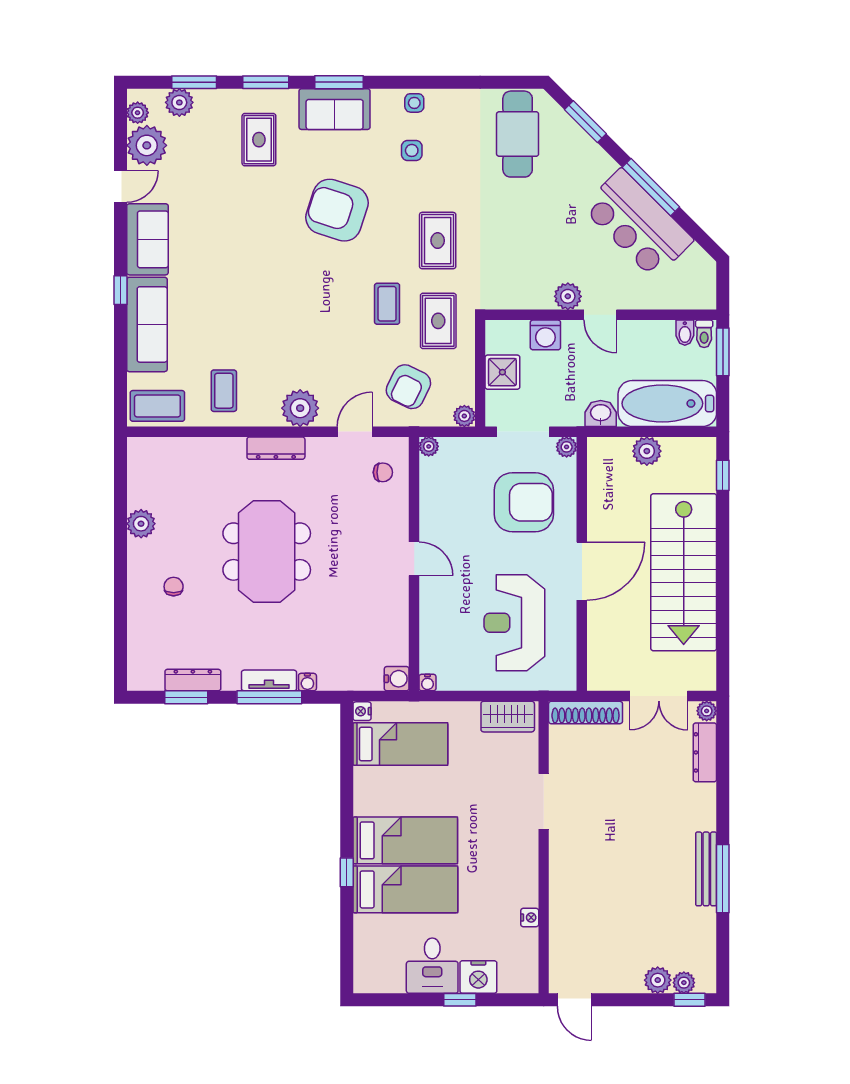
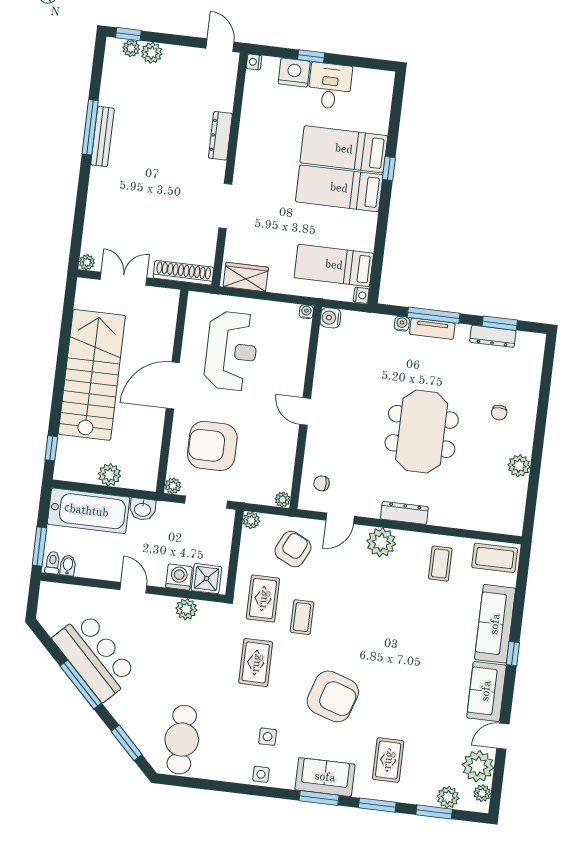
plant: (568, 296) -> (186, 609), moved
shower: (502, 372) -> (206, 579), moved
dresser: (705, 752) -> (220, 136), moved, turned 180
nightstand: (530, 918) -> (254, 62), moved

